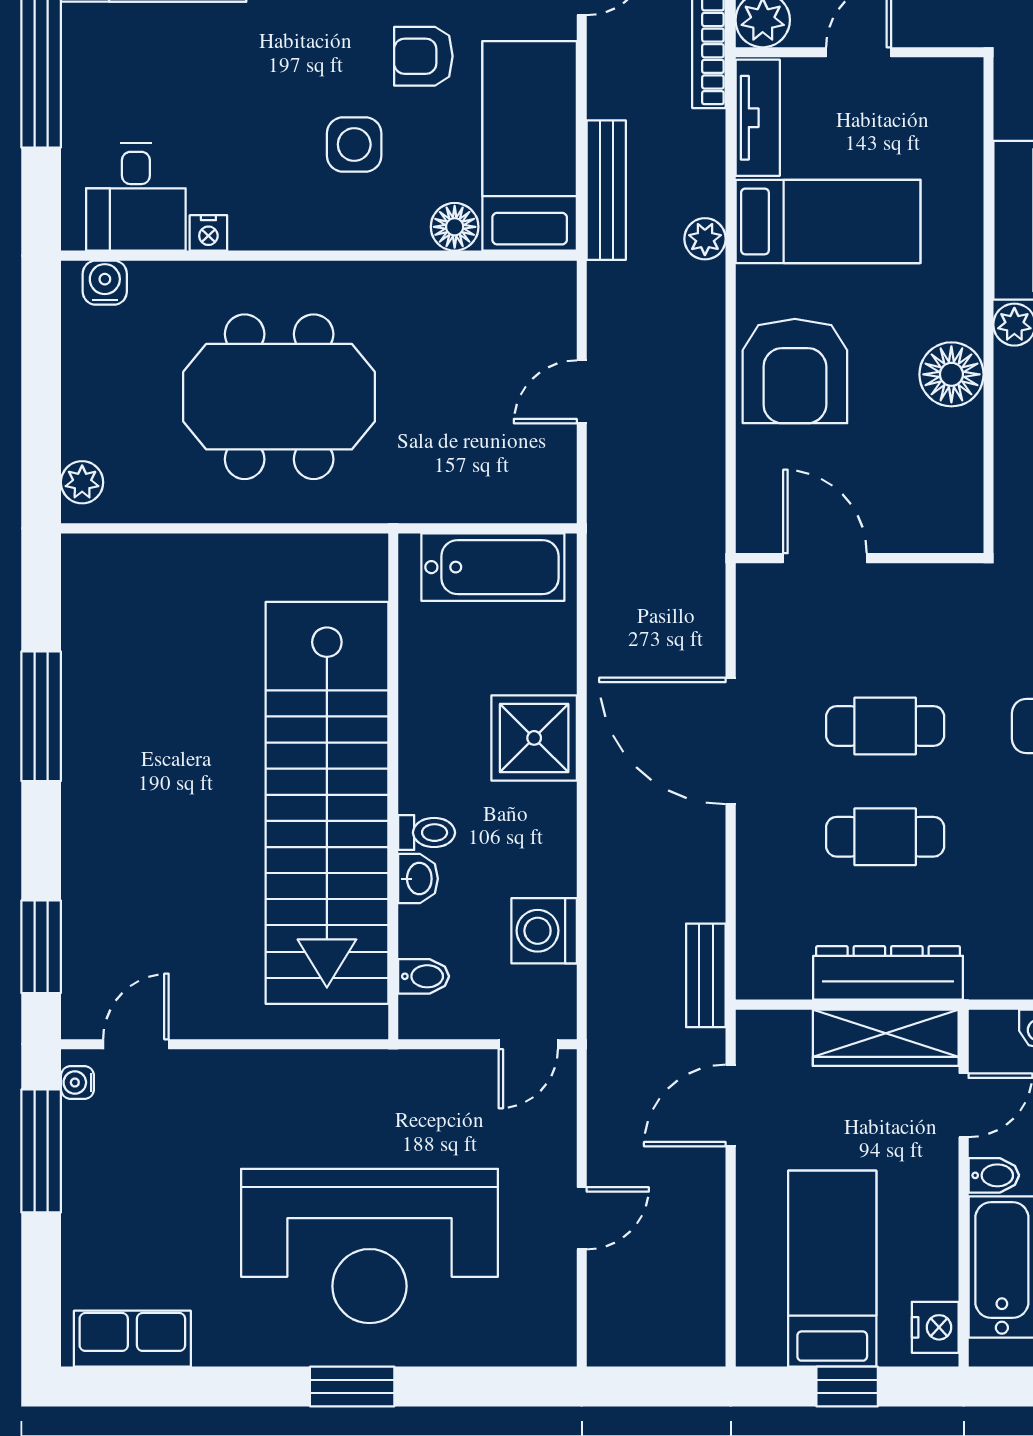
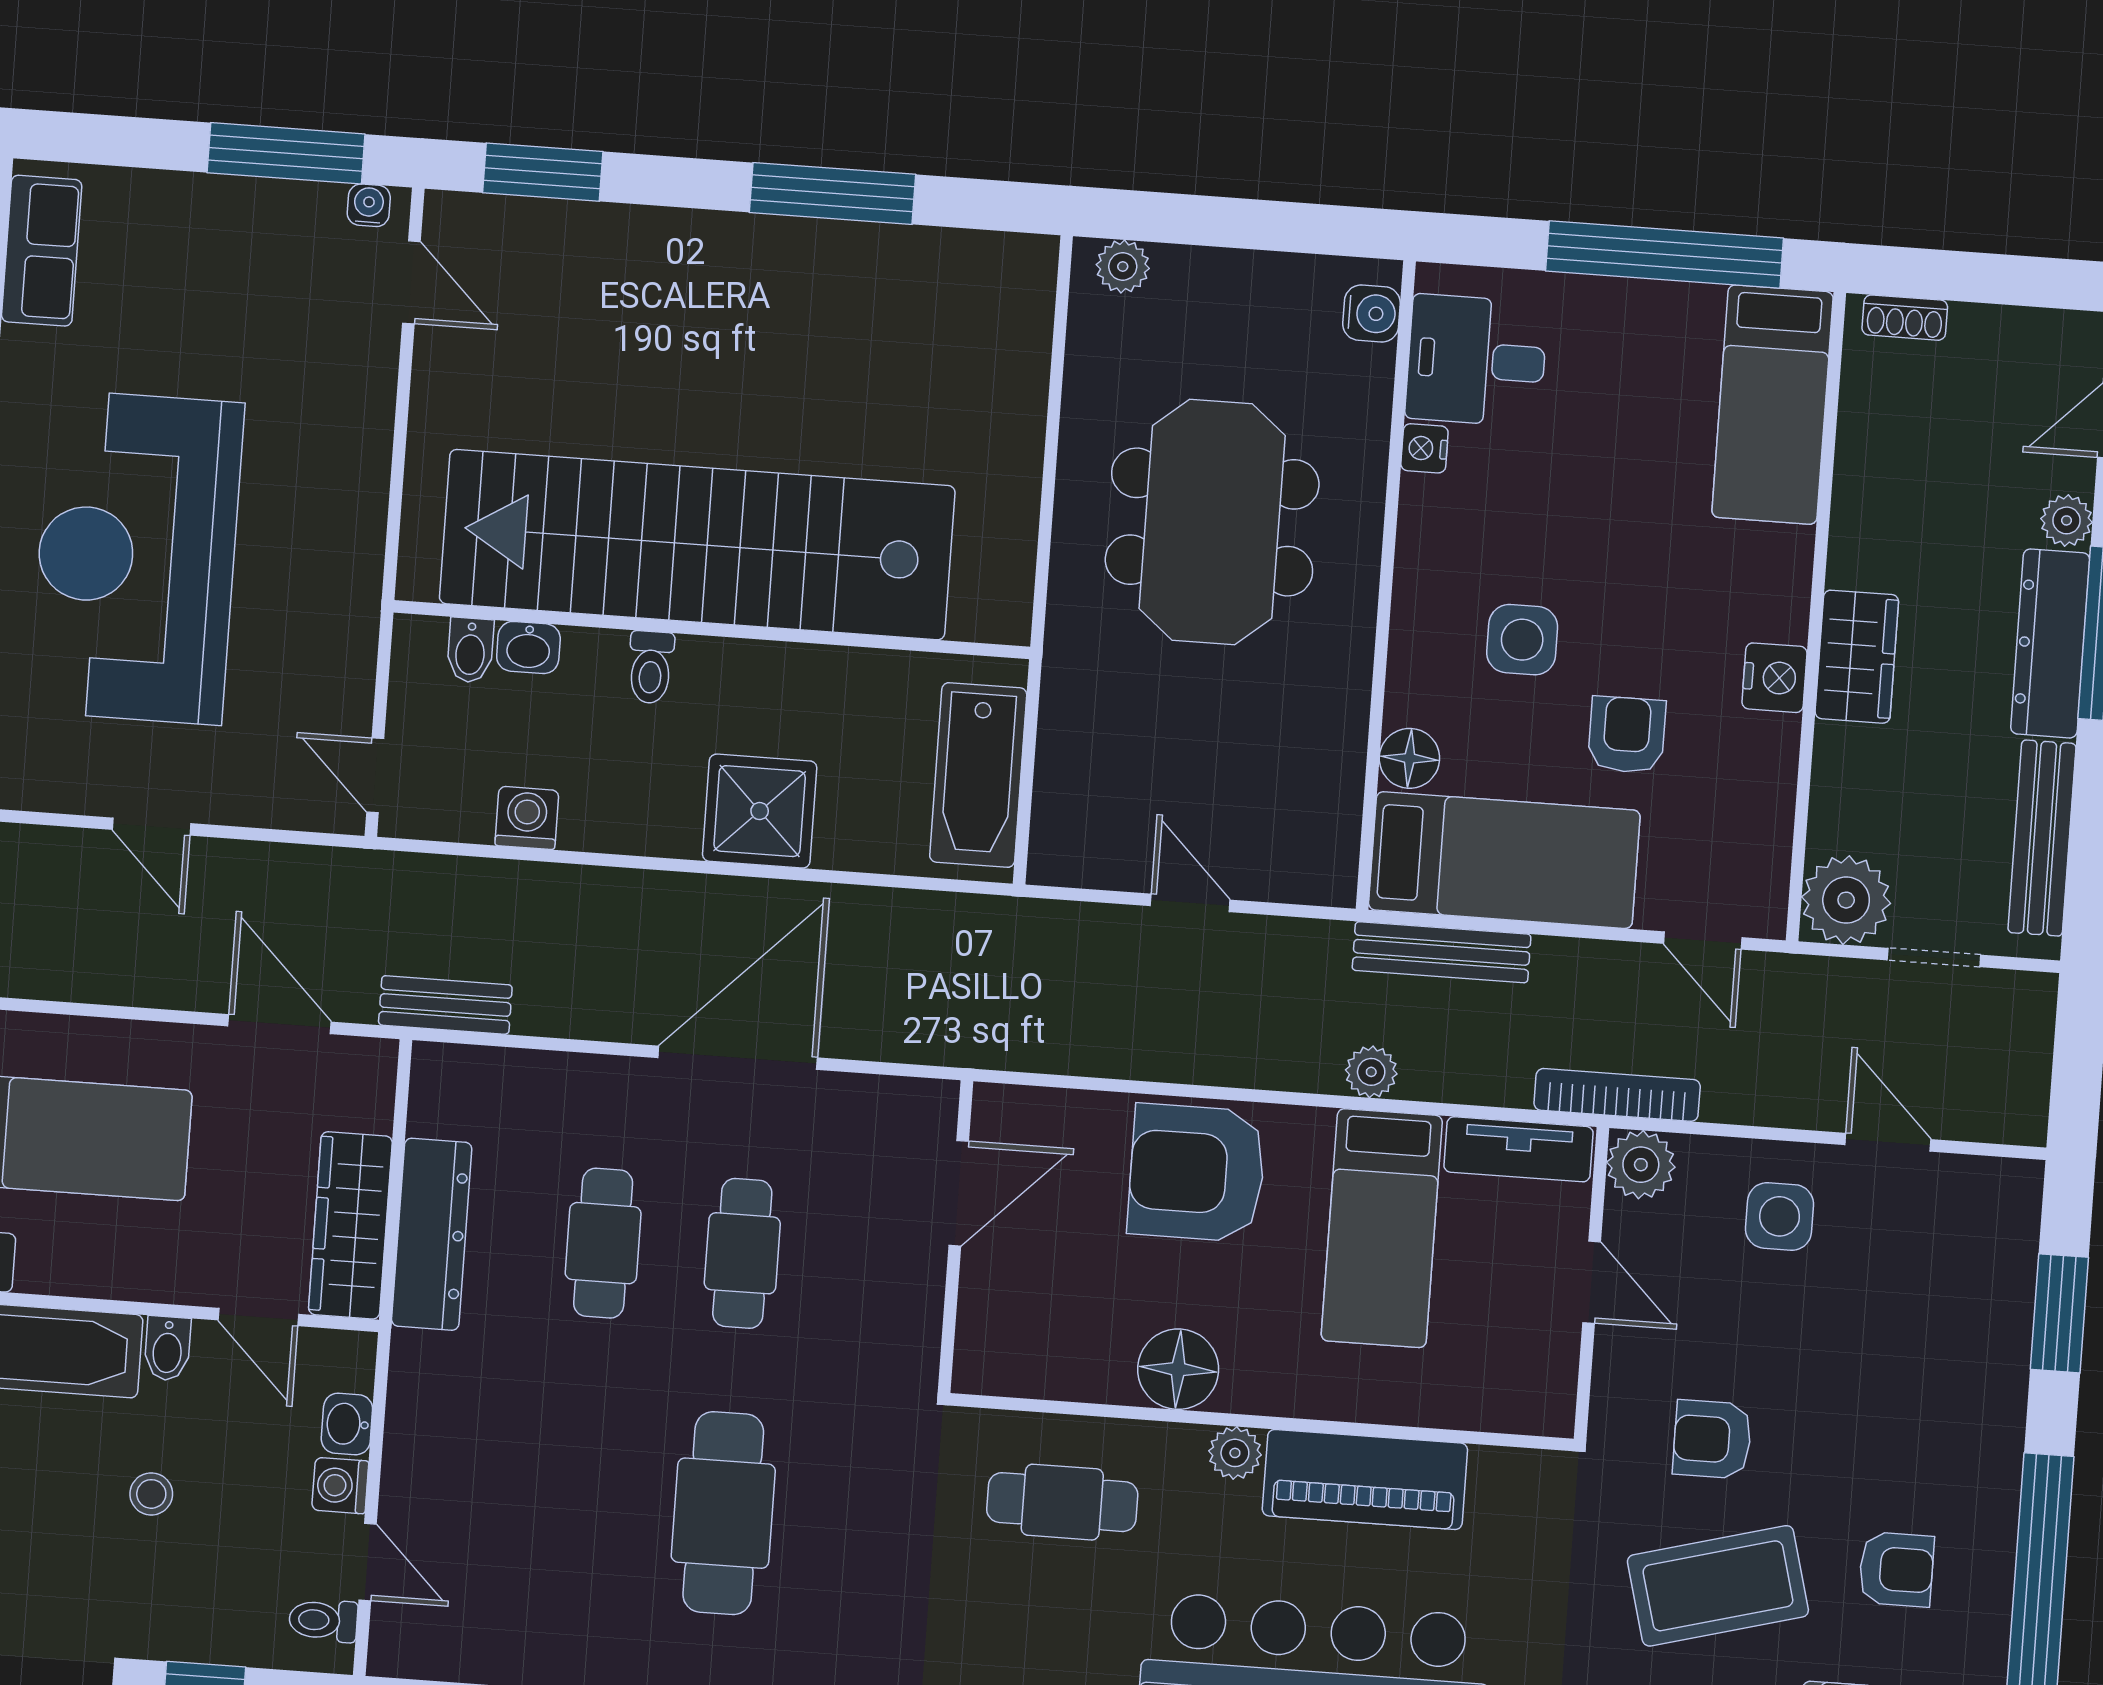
washbasin: (418, 879) -> (528, 647), moved
washing machine: (544, 931) -> (527, 818), width x0.73, depth x0.73

